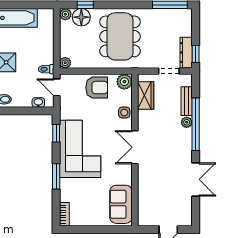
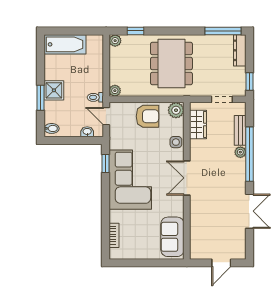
floor lamp: (81, 17) -> (132, 44), removed
dresser: (186, 53) -> (240, 50), moved
window: (56, 176) -> (105, 208), removed
bookcase: (64, 214) -> (114, 235), moved

